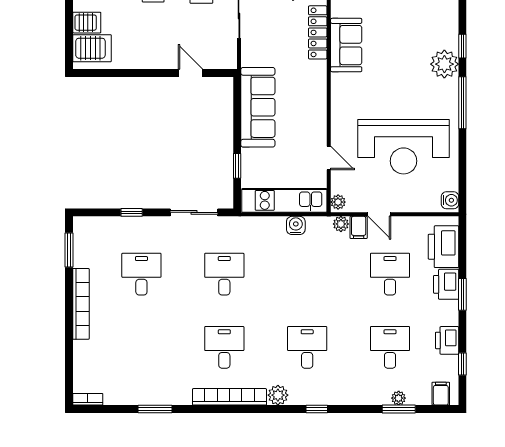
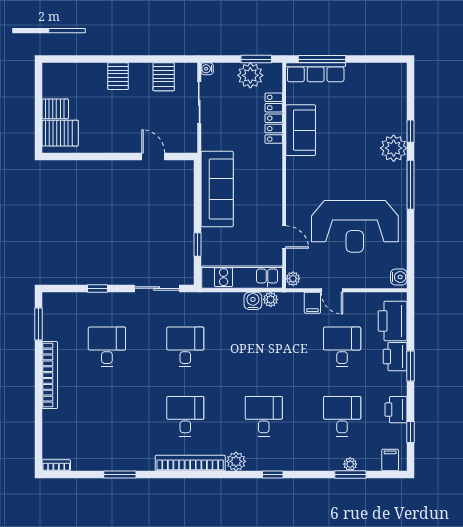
plant: (341, 224) -> (271, 299), moved

